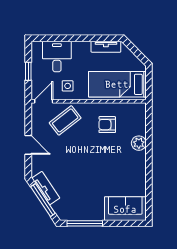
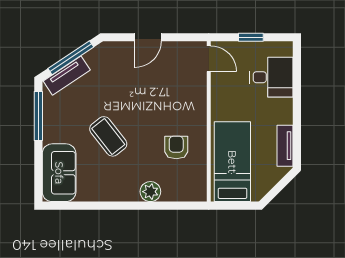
side table: (68, 86) -> (230, 92), removed
coffee table: (65, 120) -> (108, 136), moved
tv unit: (46, 188) -> (67, 76), moved

